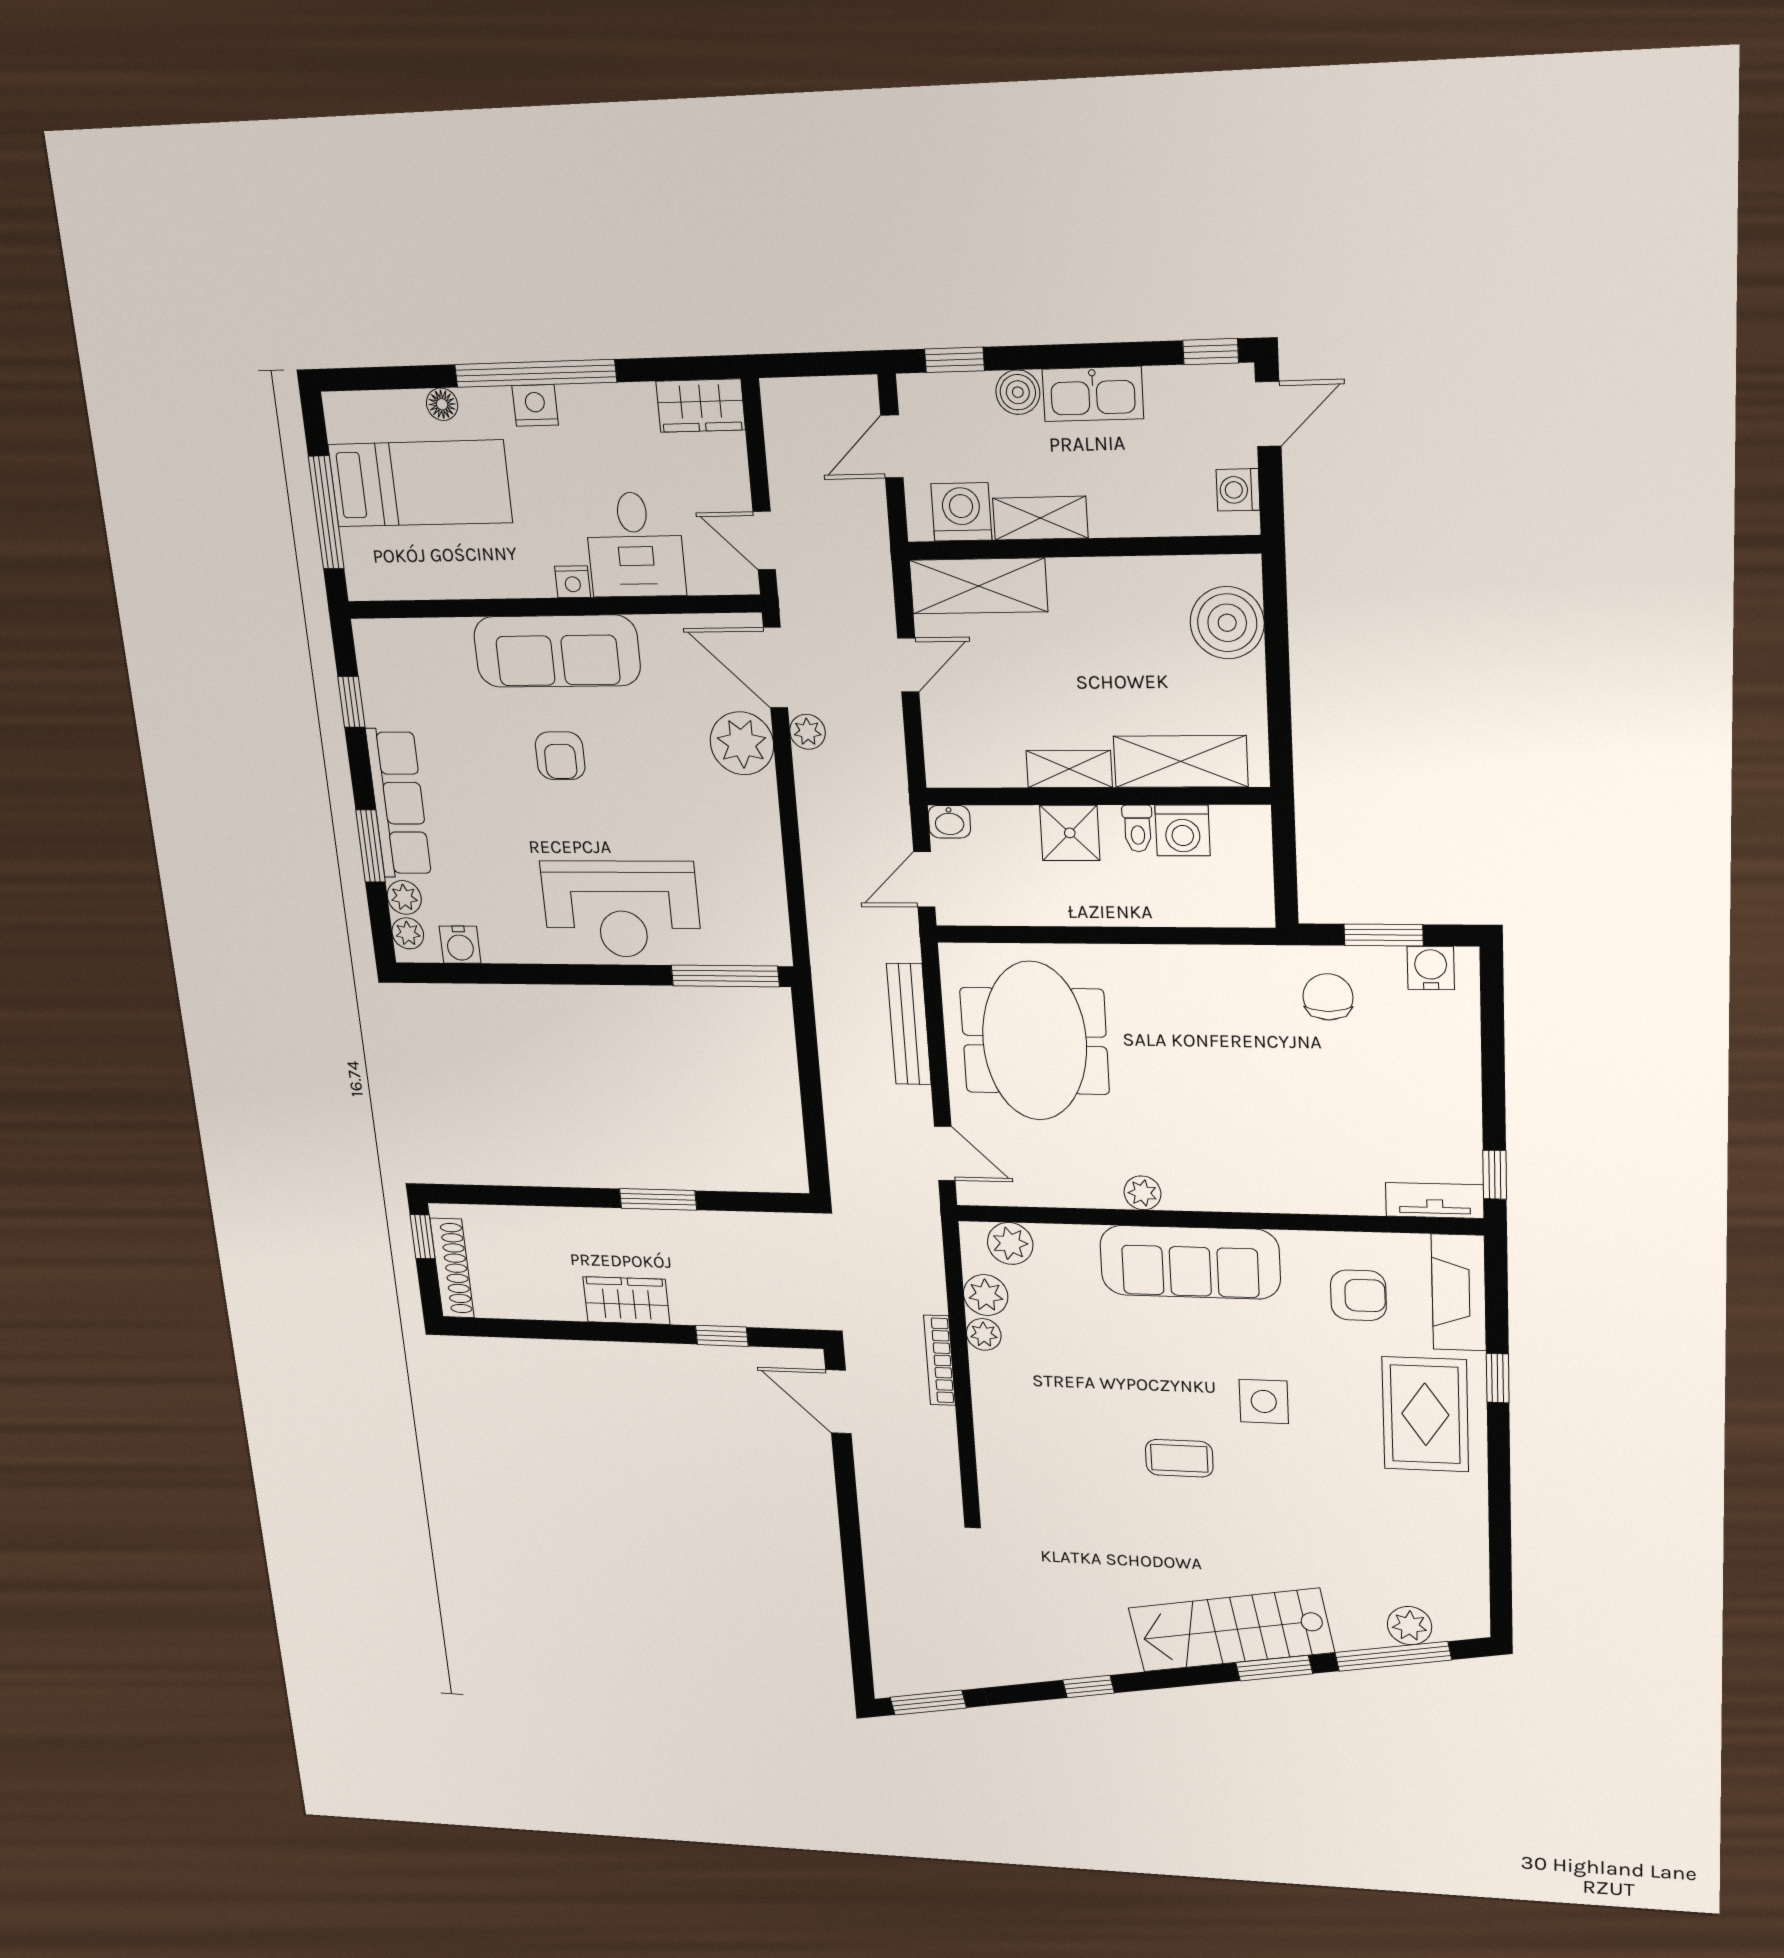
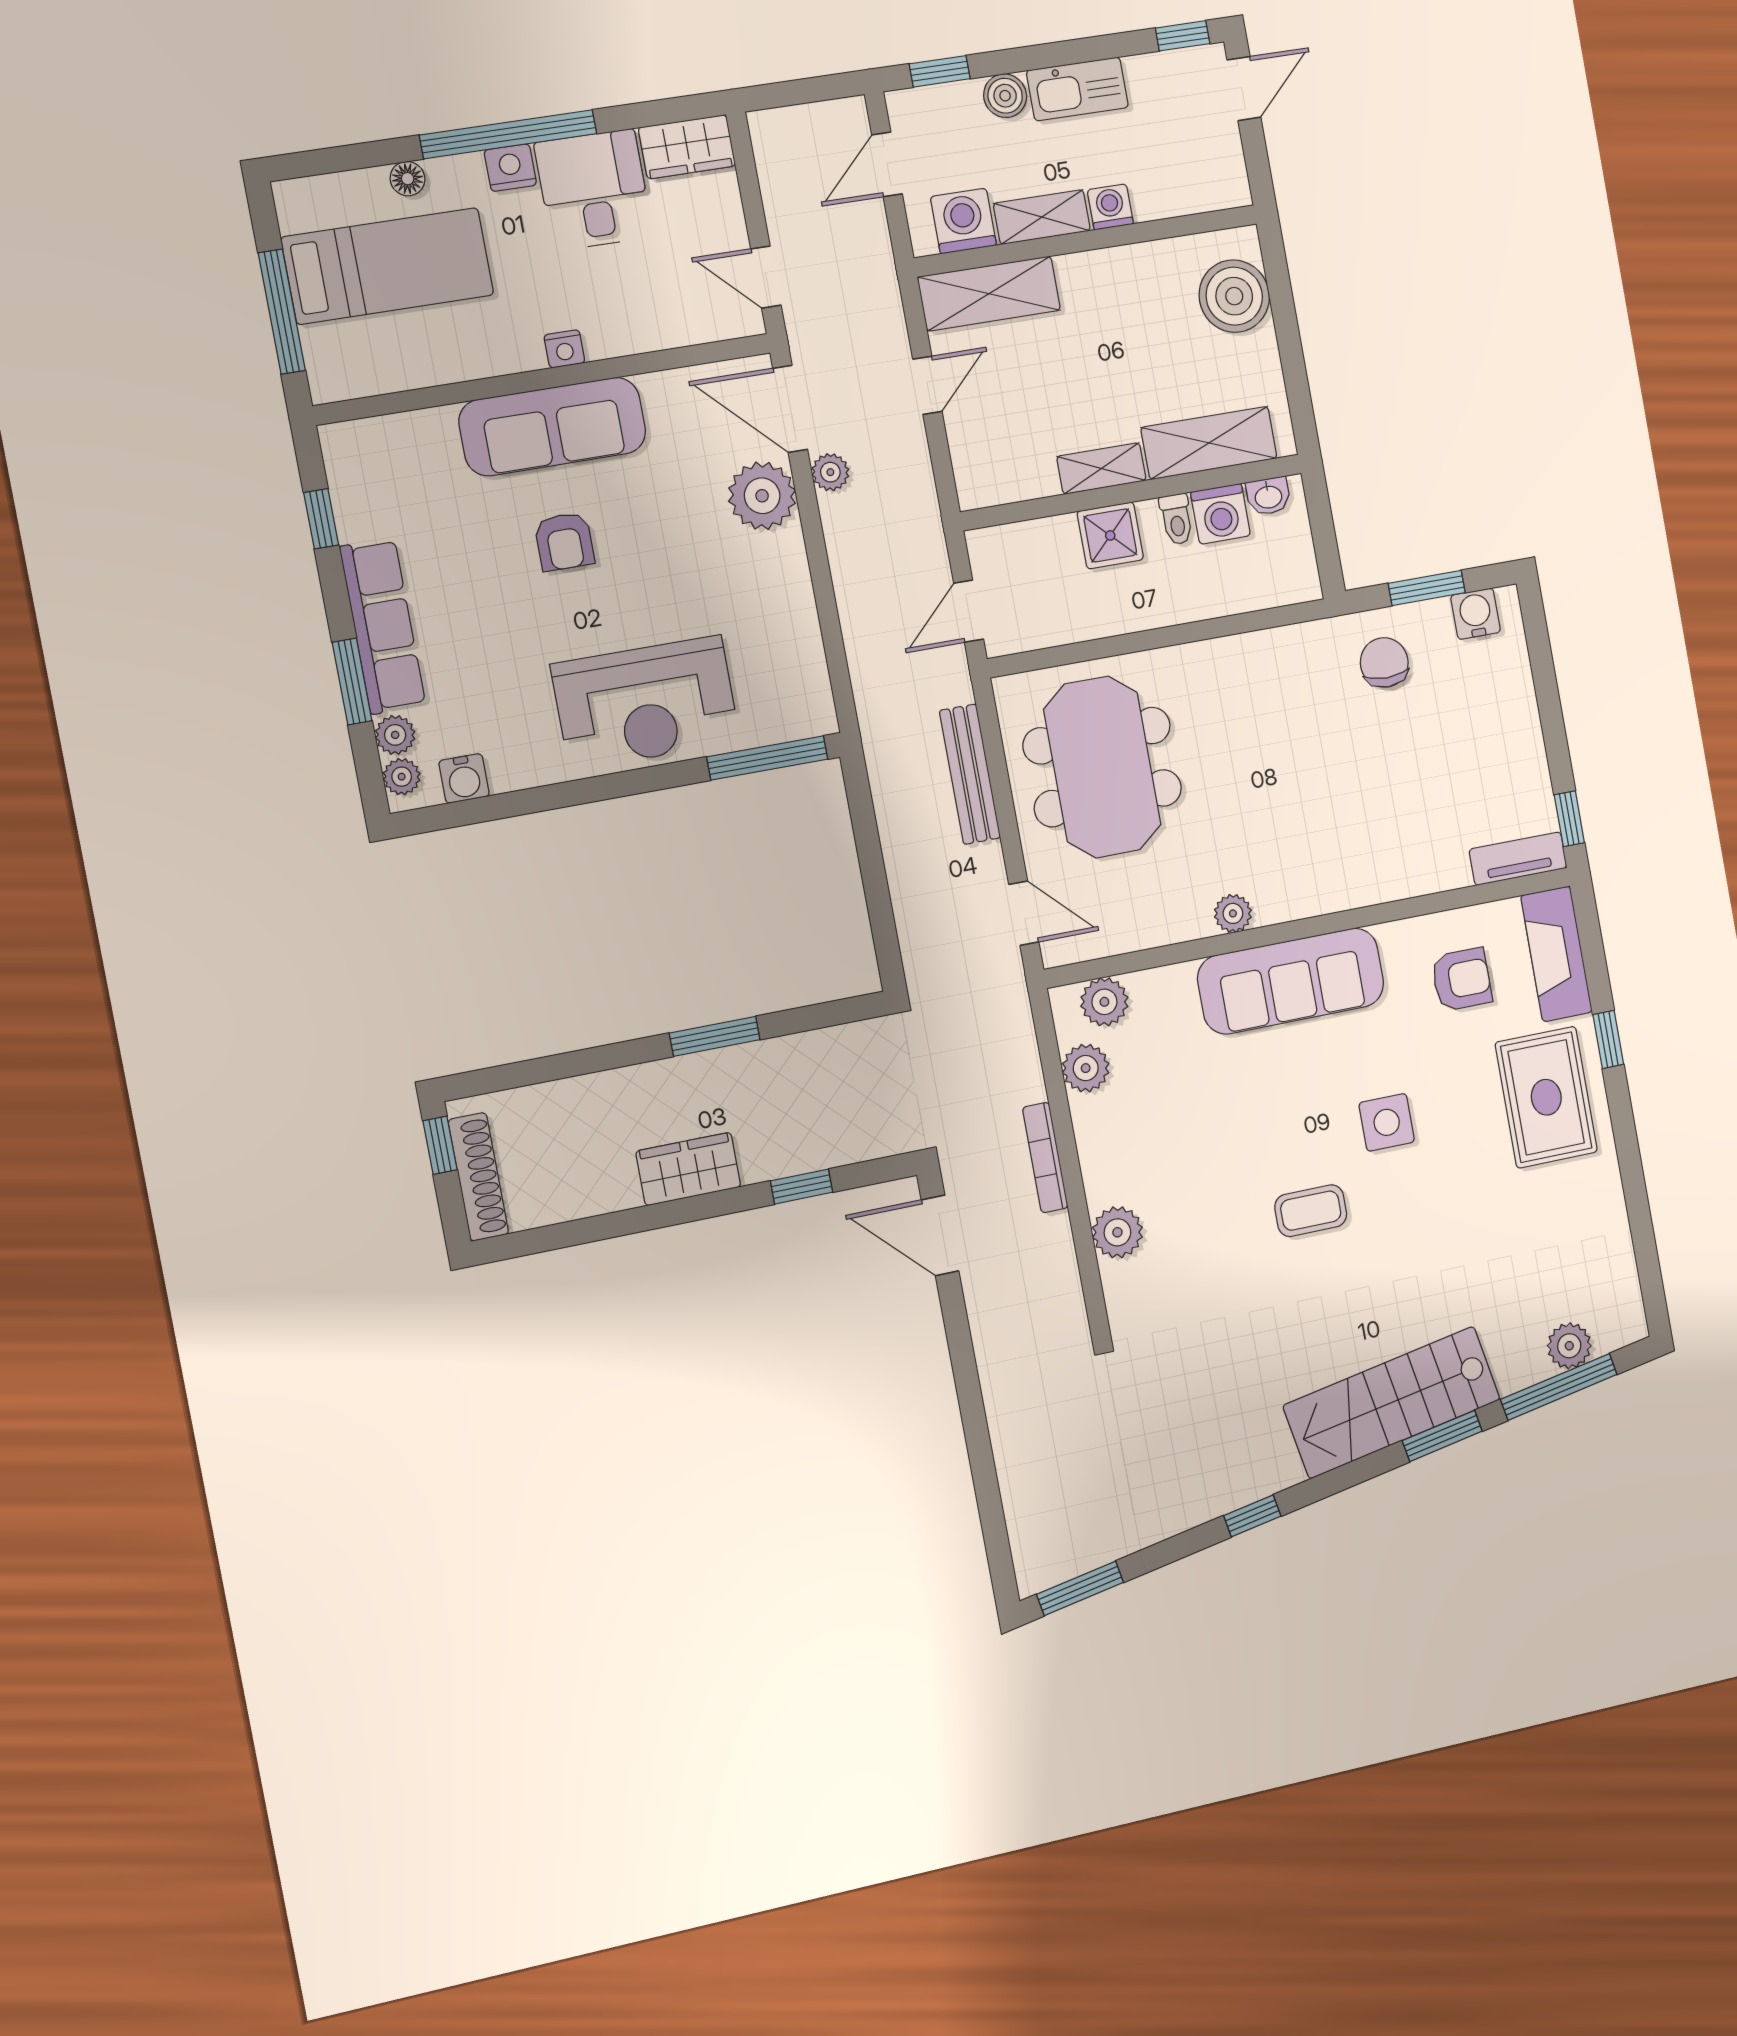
washing machine: (1238, 490) -> (1110, 207), moved, turned 90
desk: (635, 545) -> (594, 190), moved, turned 180
washbasin: (949, 822) -> (1268, 496), moved
plant: (984, 1334) -> (1117, 1232), moved, width x1.38, depth x1.38

